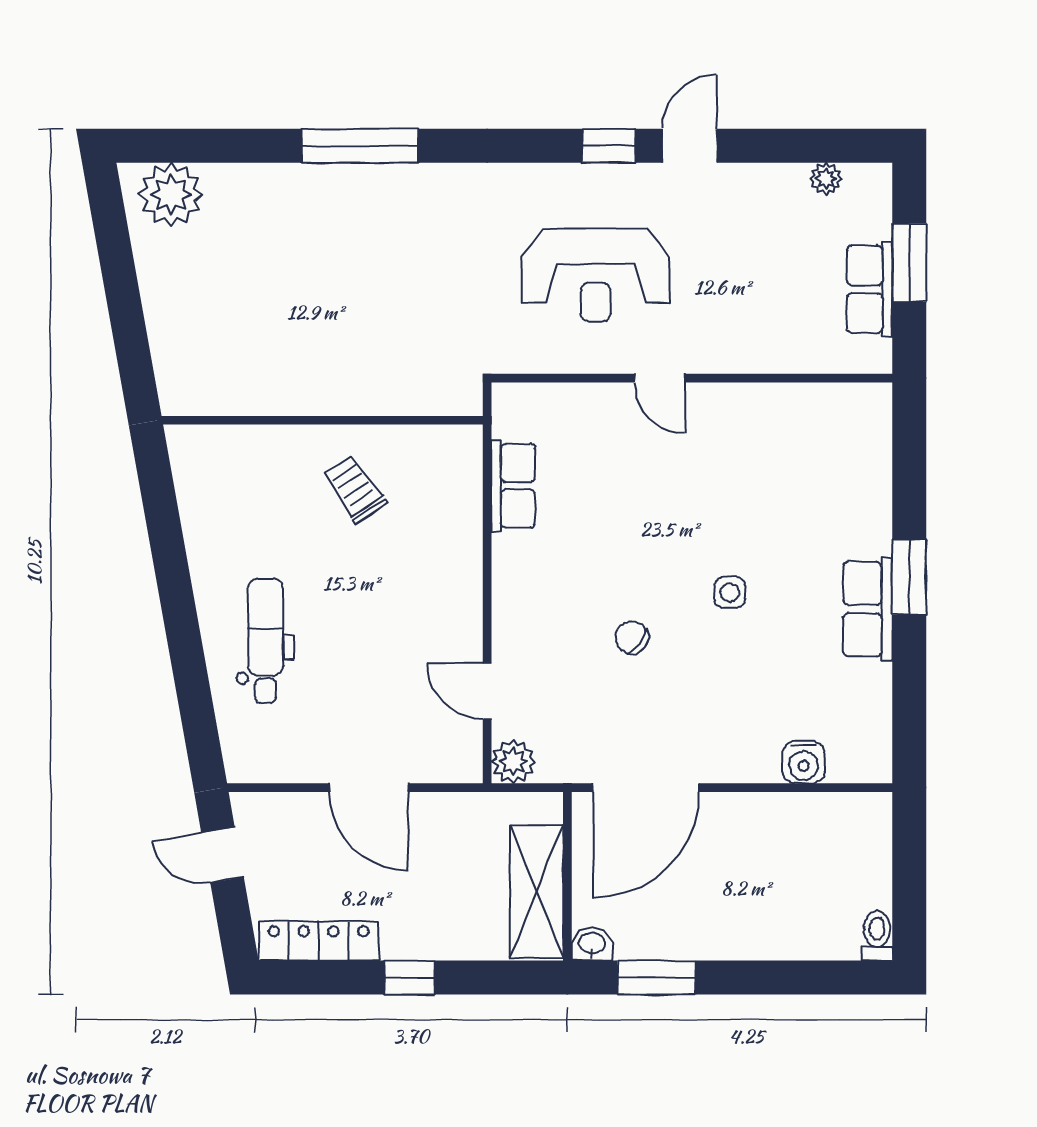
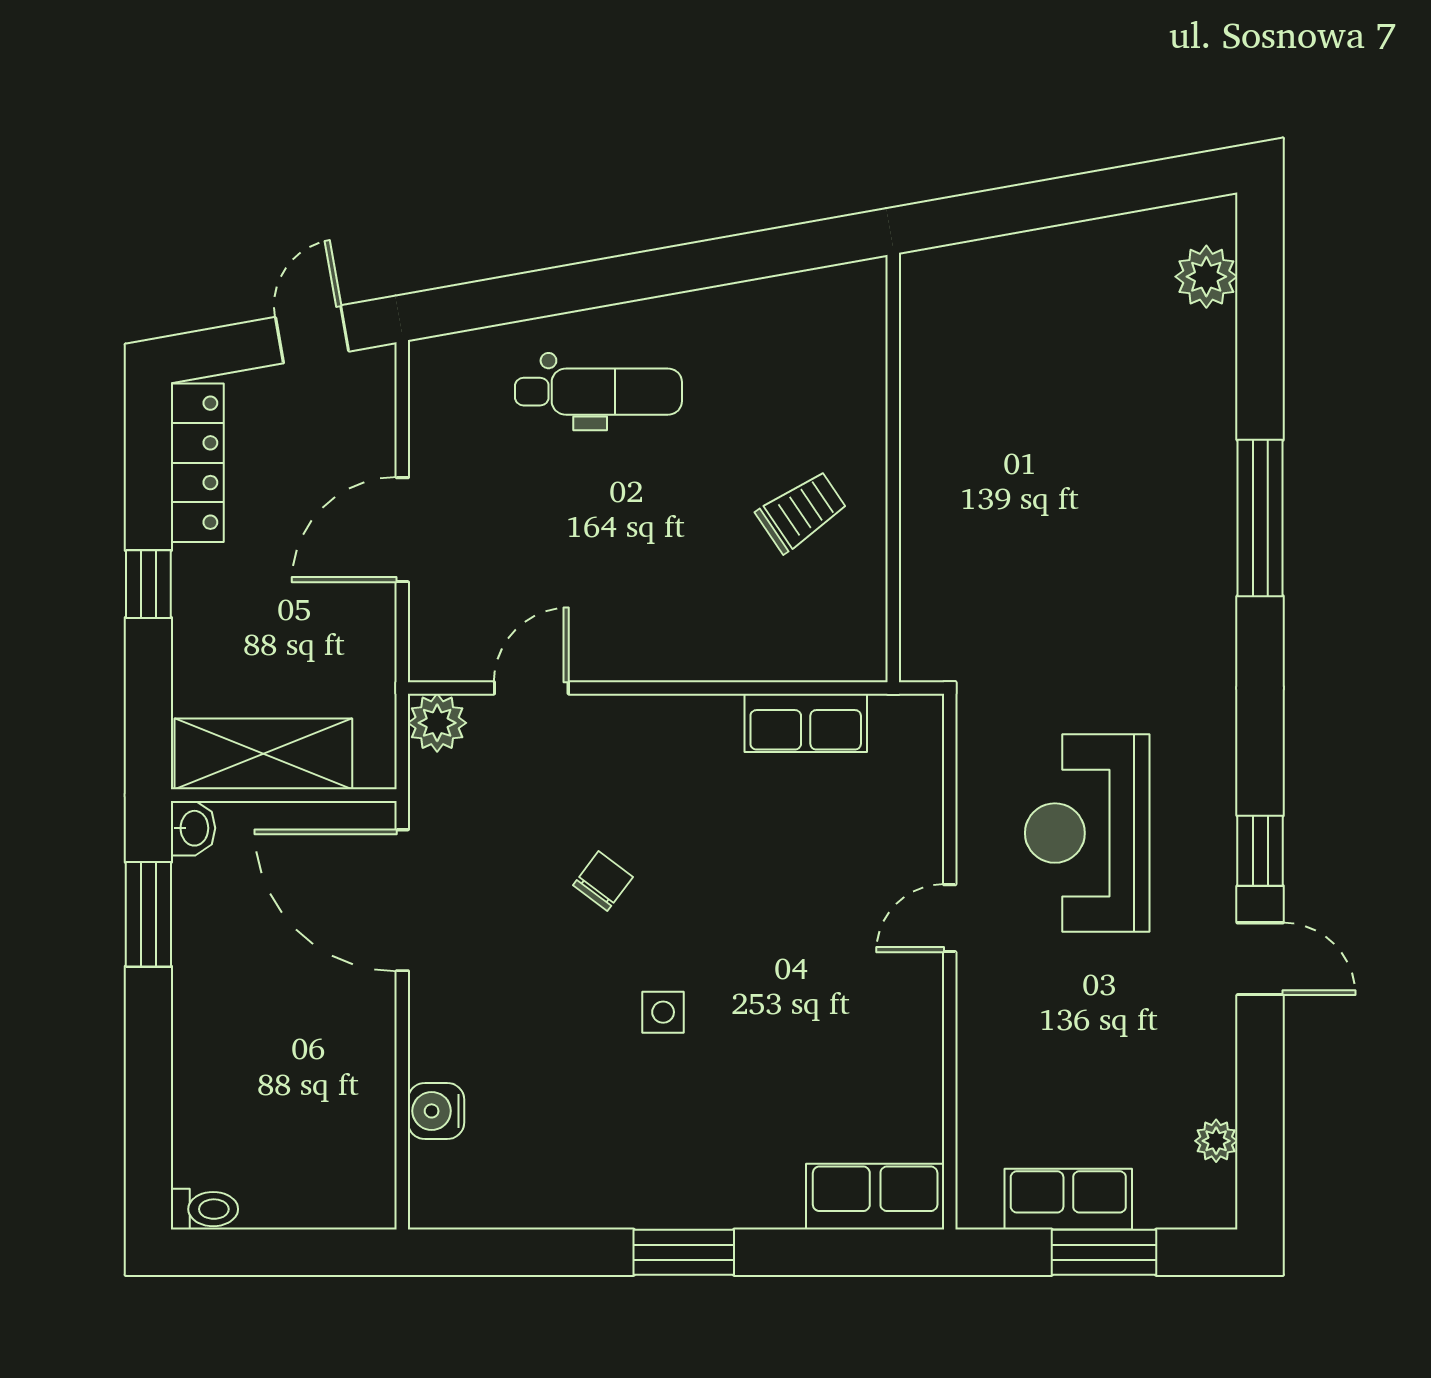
plant: (171, 195) -> (1206, 277), width x0.73, depth x0.73
row of seats: (868, 609) -> (875, 1197), moved

